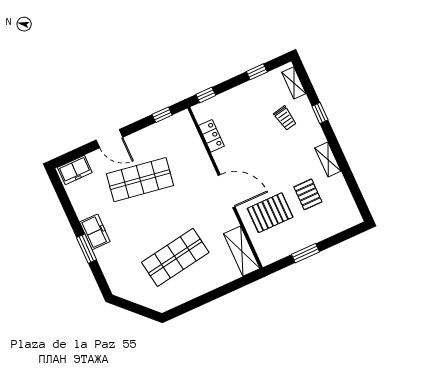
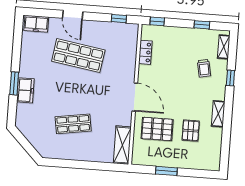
freezer: (95, 232) -> (25, 90), moved
shop shelf: (175, 257) -> (73, 124), width x0.70, depth x0.74

